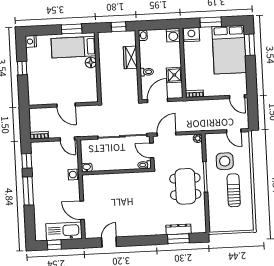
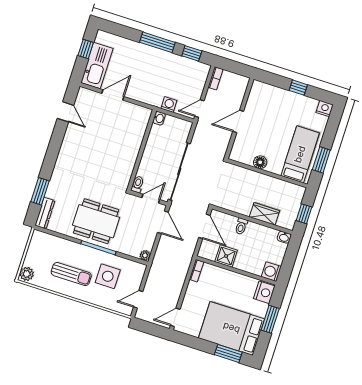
floor lamp: (91, 63) -> (260, 162), moved
washing machine: (74, 175) -> (169, 105), moved
plant: (247, 225) -> (27, 274), added
dresser: (178, 229) -> (45, 213), moved

